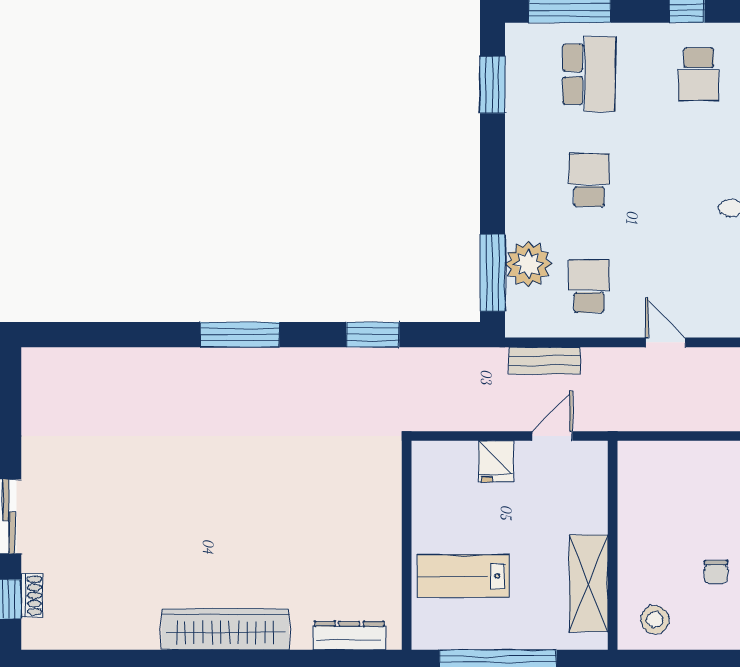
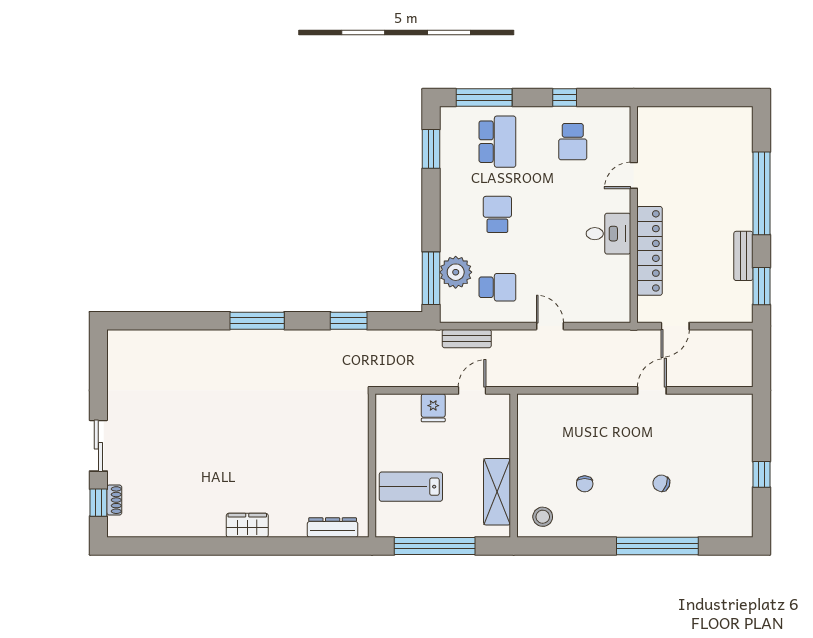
school desk: (589, 286) -> (497, 287), turned 90
wardrobe: (225, 629) -> (247, 525), width x0.48, depth x0.85

